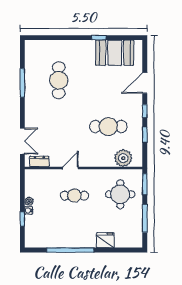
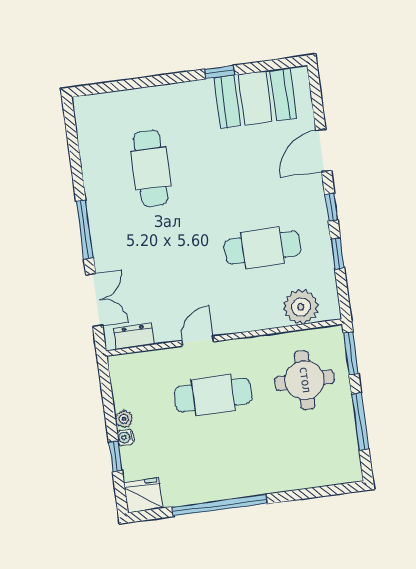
window: (22, 83) -> (85, 230), moved
cafe table: (74, 196) -> (213, 395), width x1.37, depth x1.35
fridge: (105, 240) -> (143, 495), moved

